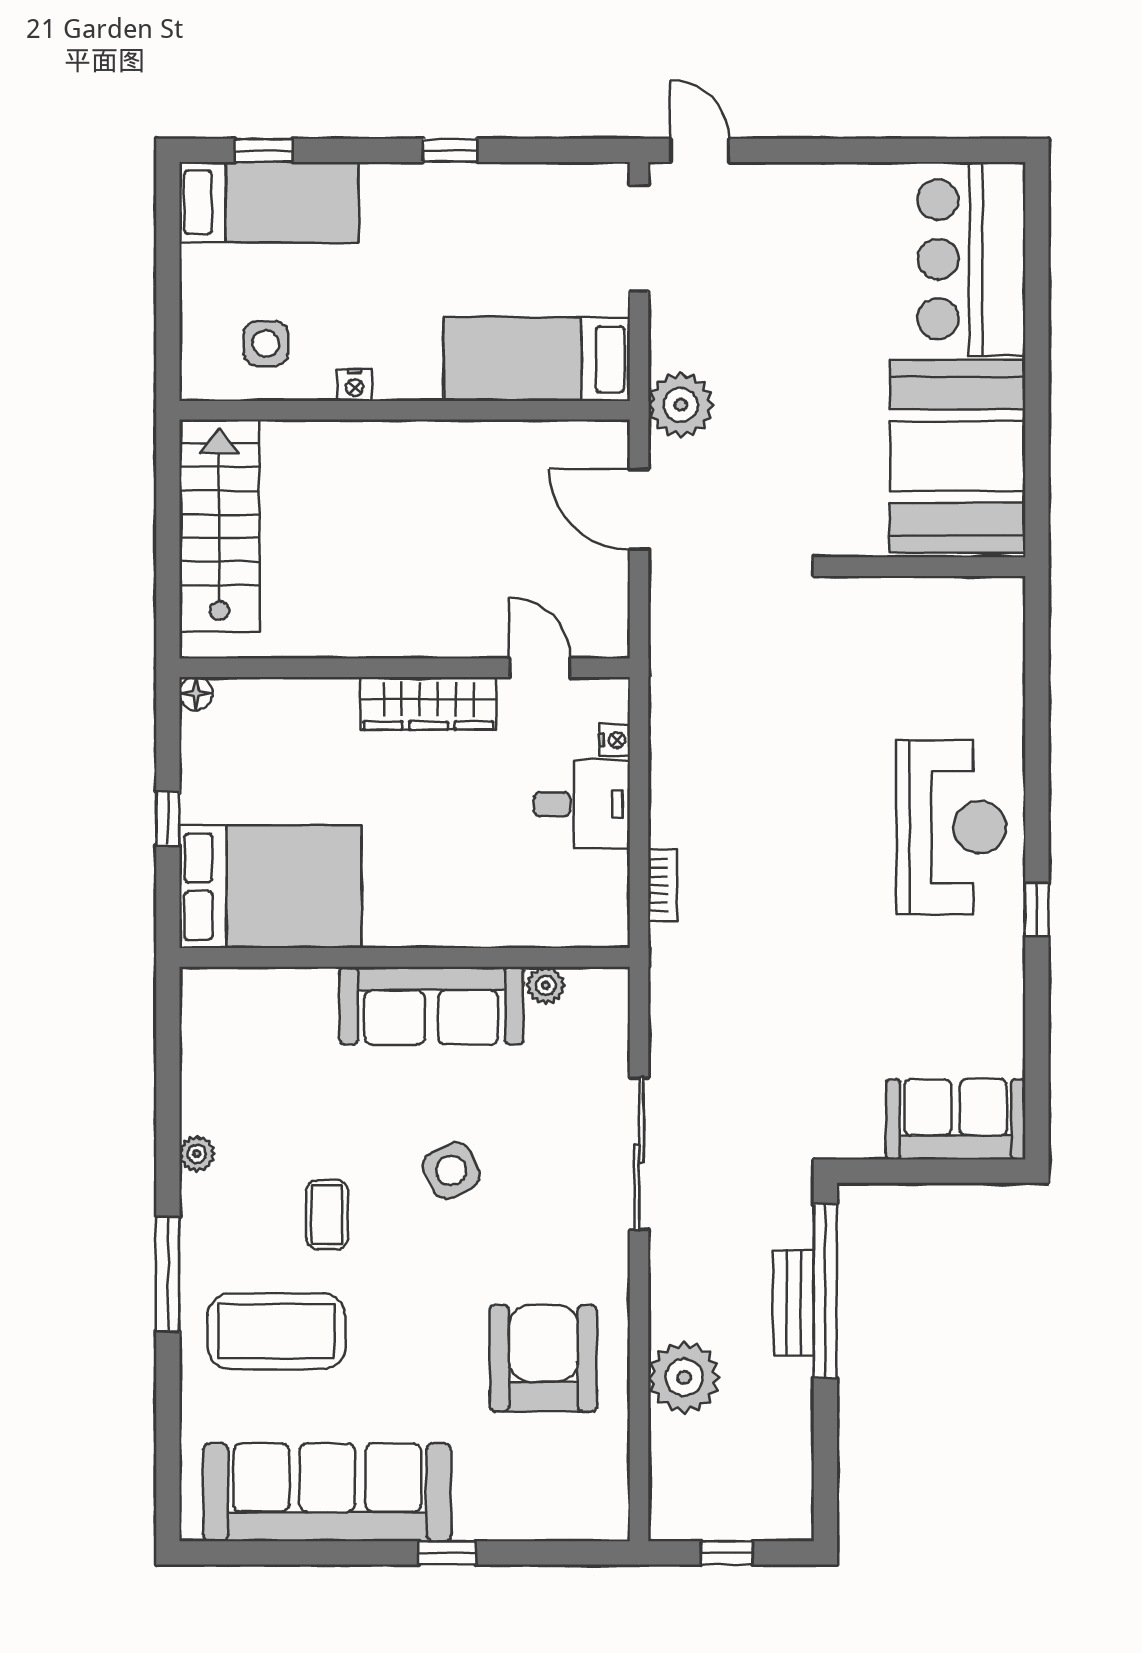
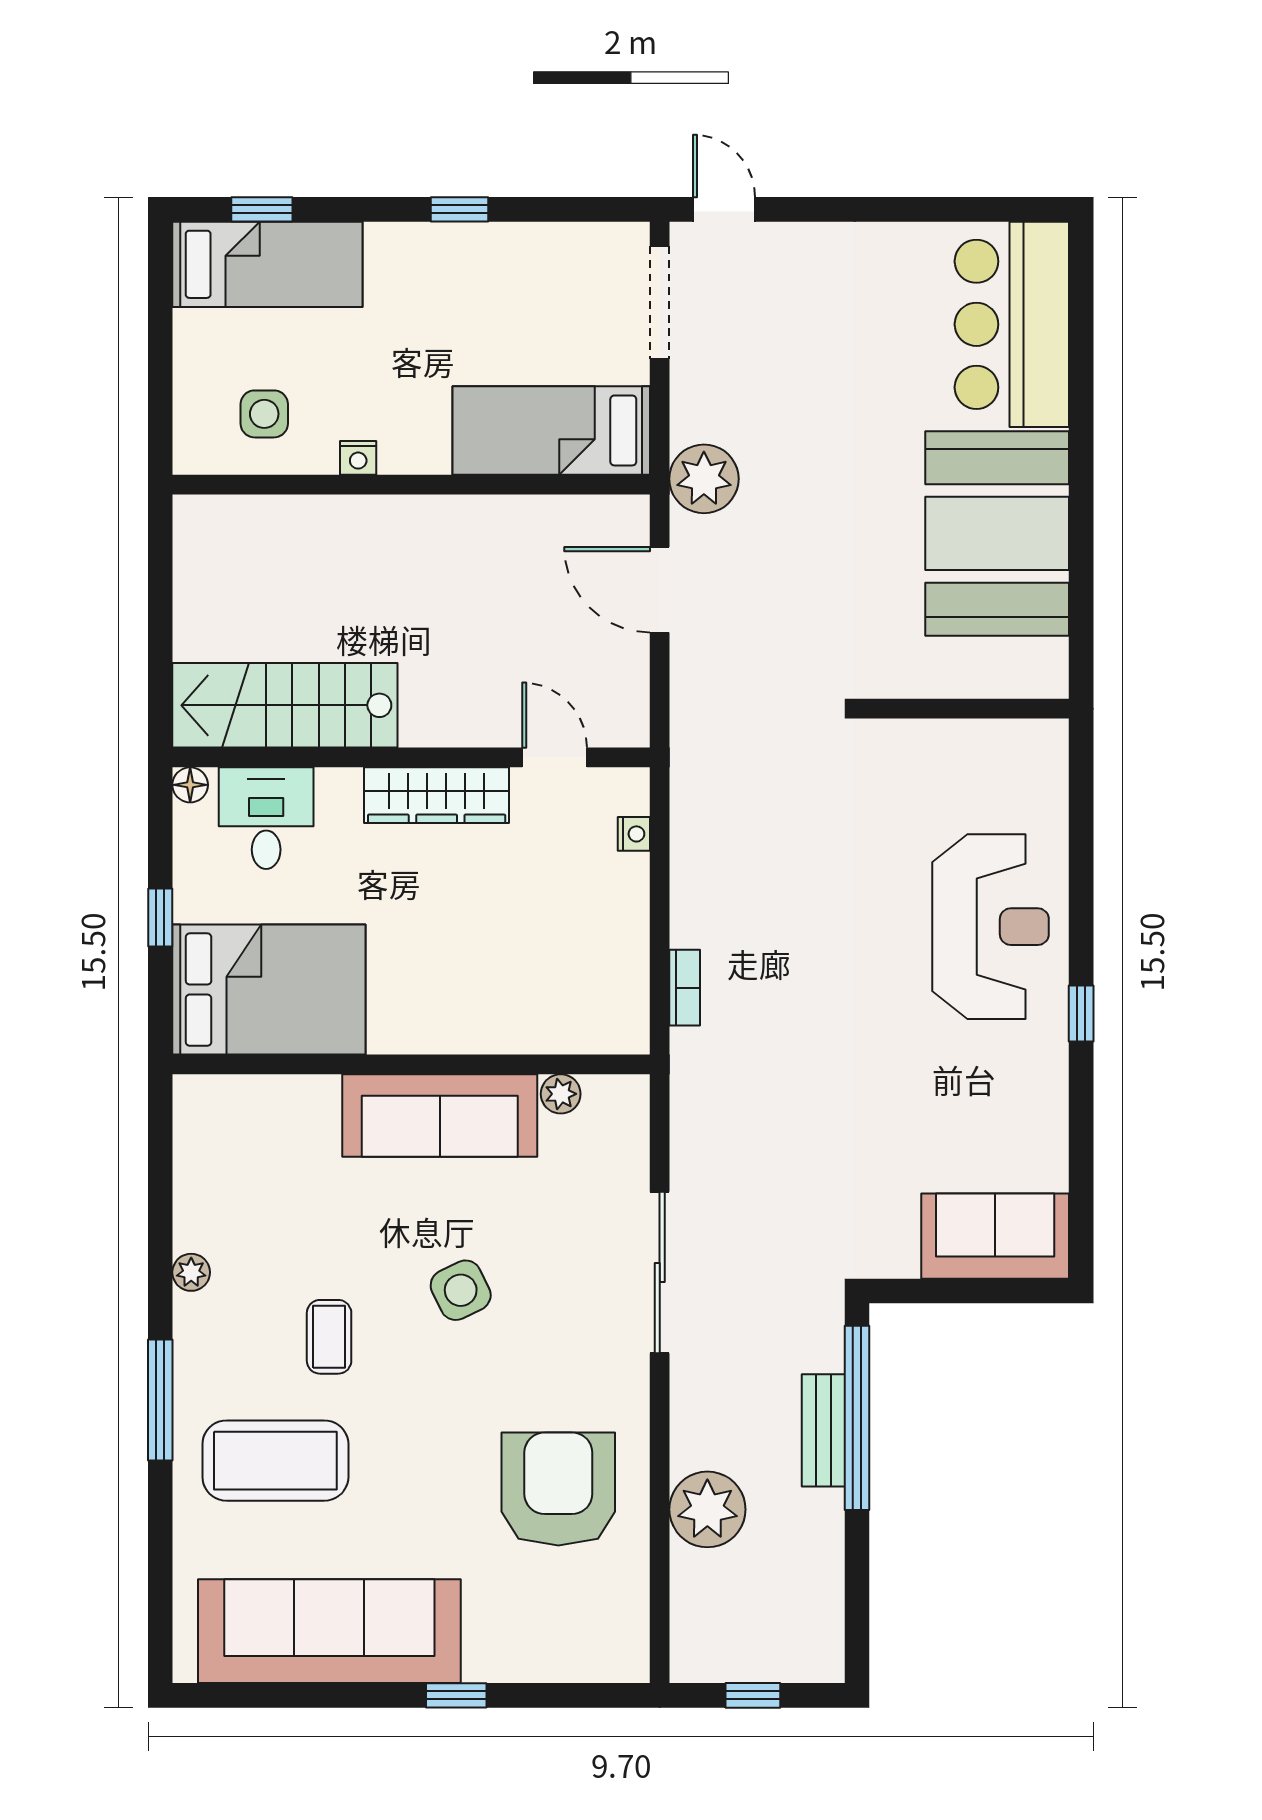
stairs: (219, 526) -> (285, 705), moved, turned -90
wall: (929, 567) -> (967, 709), moved
desk: (582, 804) -> (266, 818), moved, turned -90

